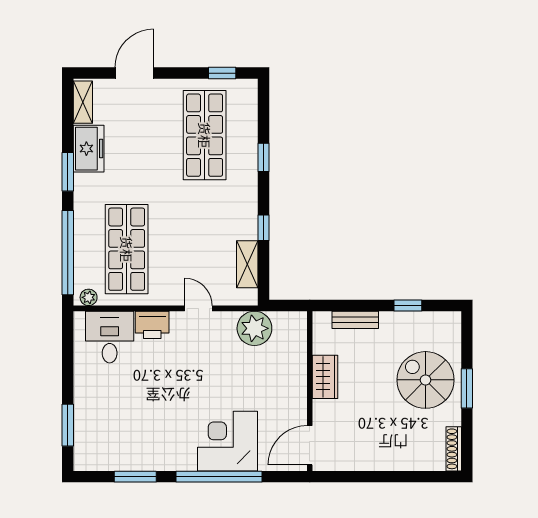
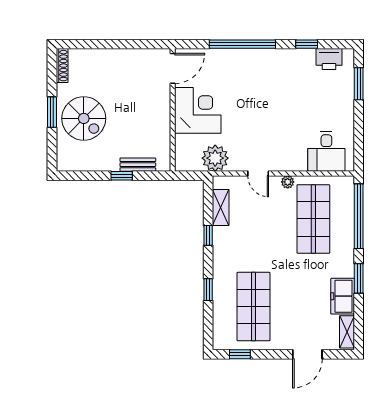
plant: (89, 297) -> (288, 182), moved
window: (408, 305) -> (122, 176), moved
printer: (152, 325) -> (329, 59), moved, turned 180
wardrobe: (325, 377) -> (161, 121), removed
corner desk: (227, 441) -> (198, 110), moved, turned -90
window: (135, 477) -> (307, 44), width x0.67

